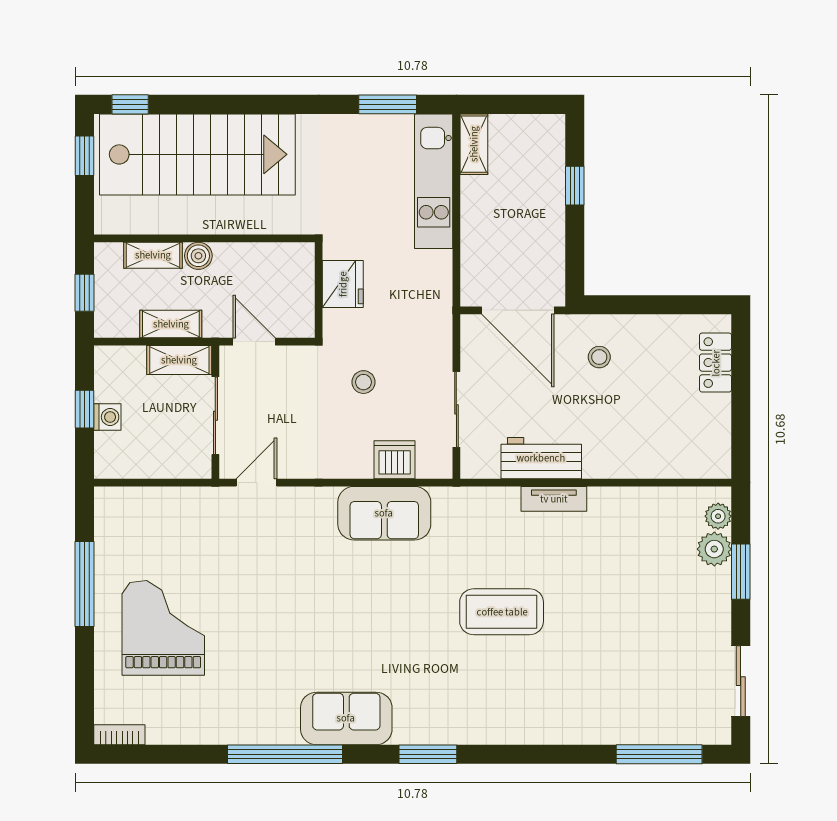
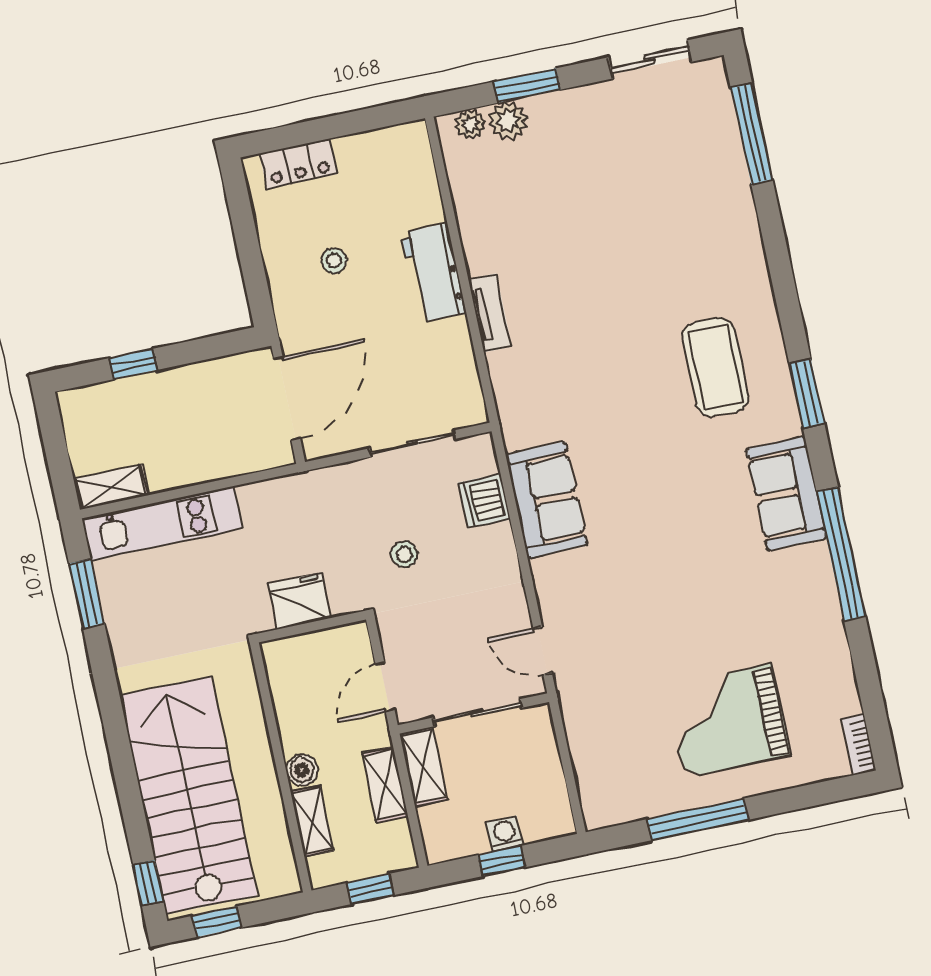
stool: (599, 357) -> (334, 261), moved
workbench: (541, 458) -> (434, 273), moved
coffee table: (502, 612) -> (715, 367), moved

